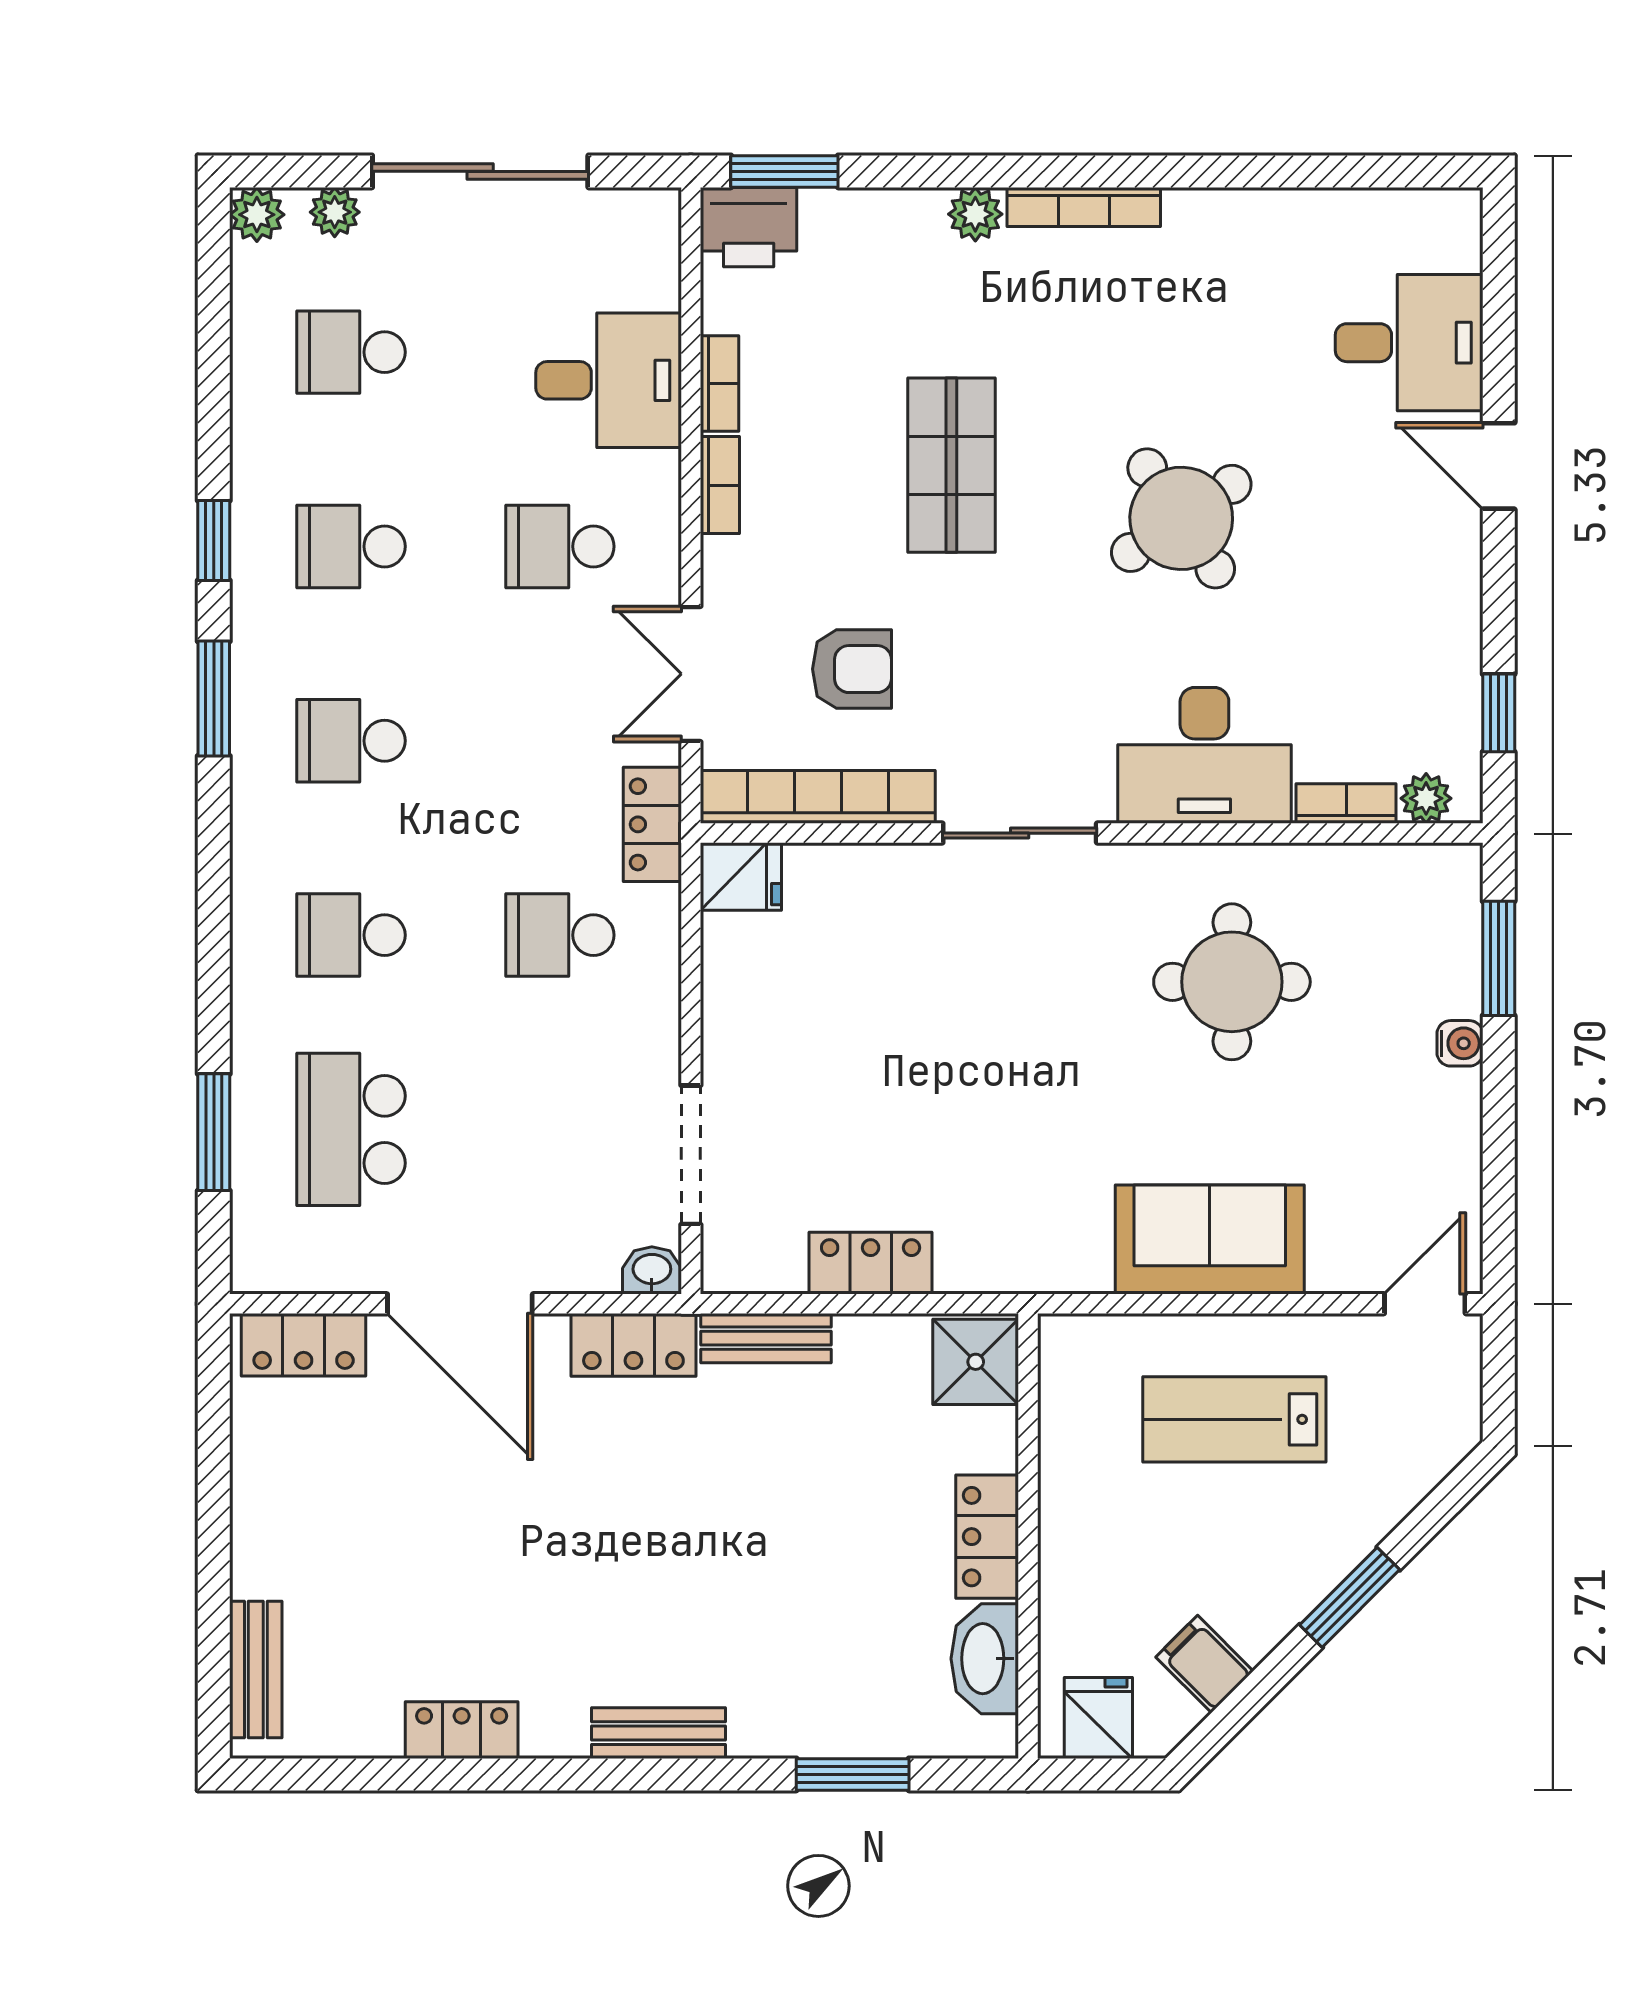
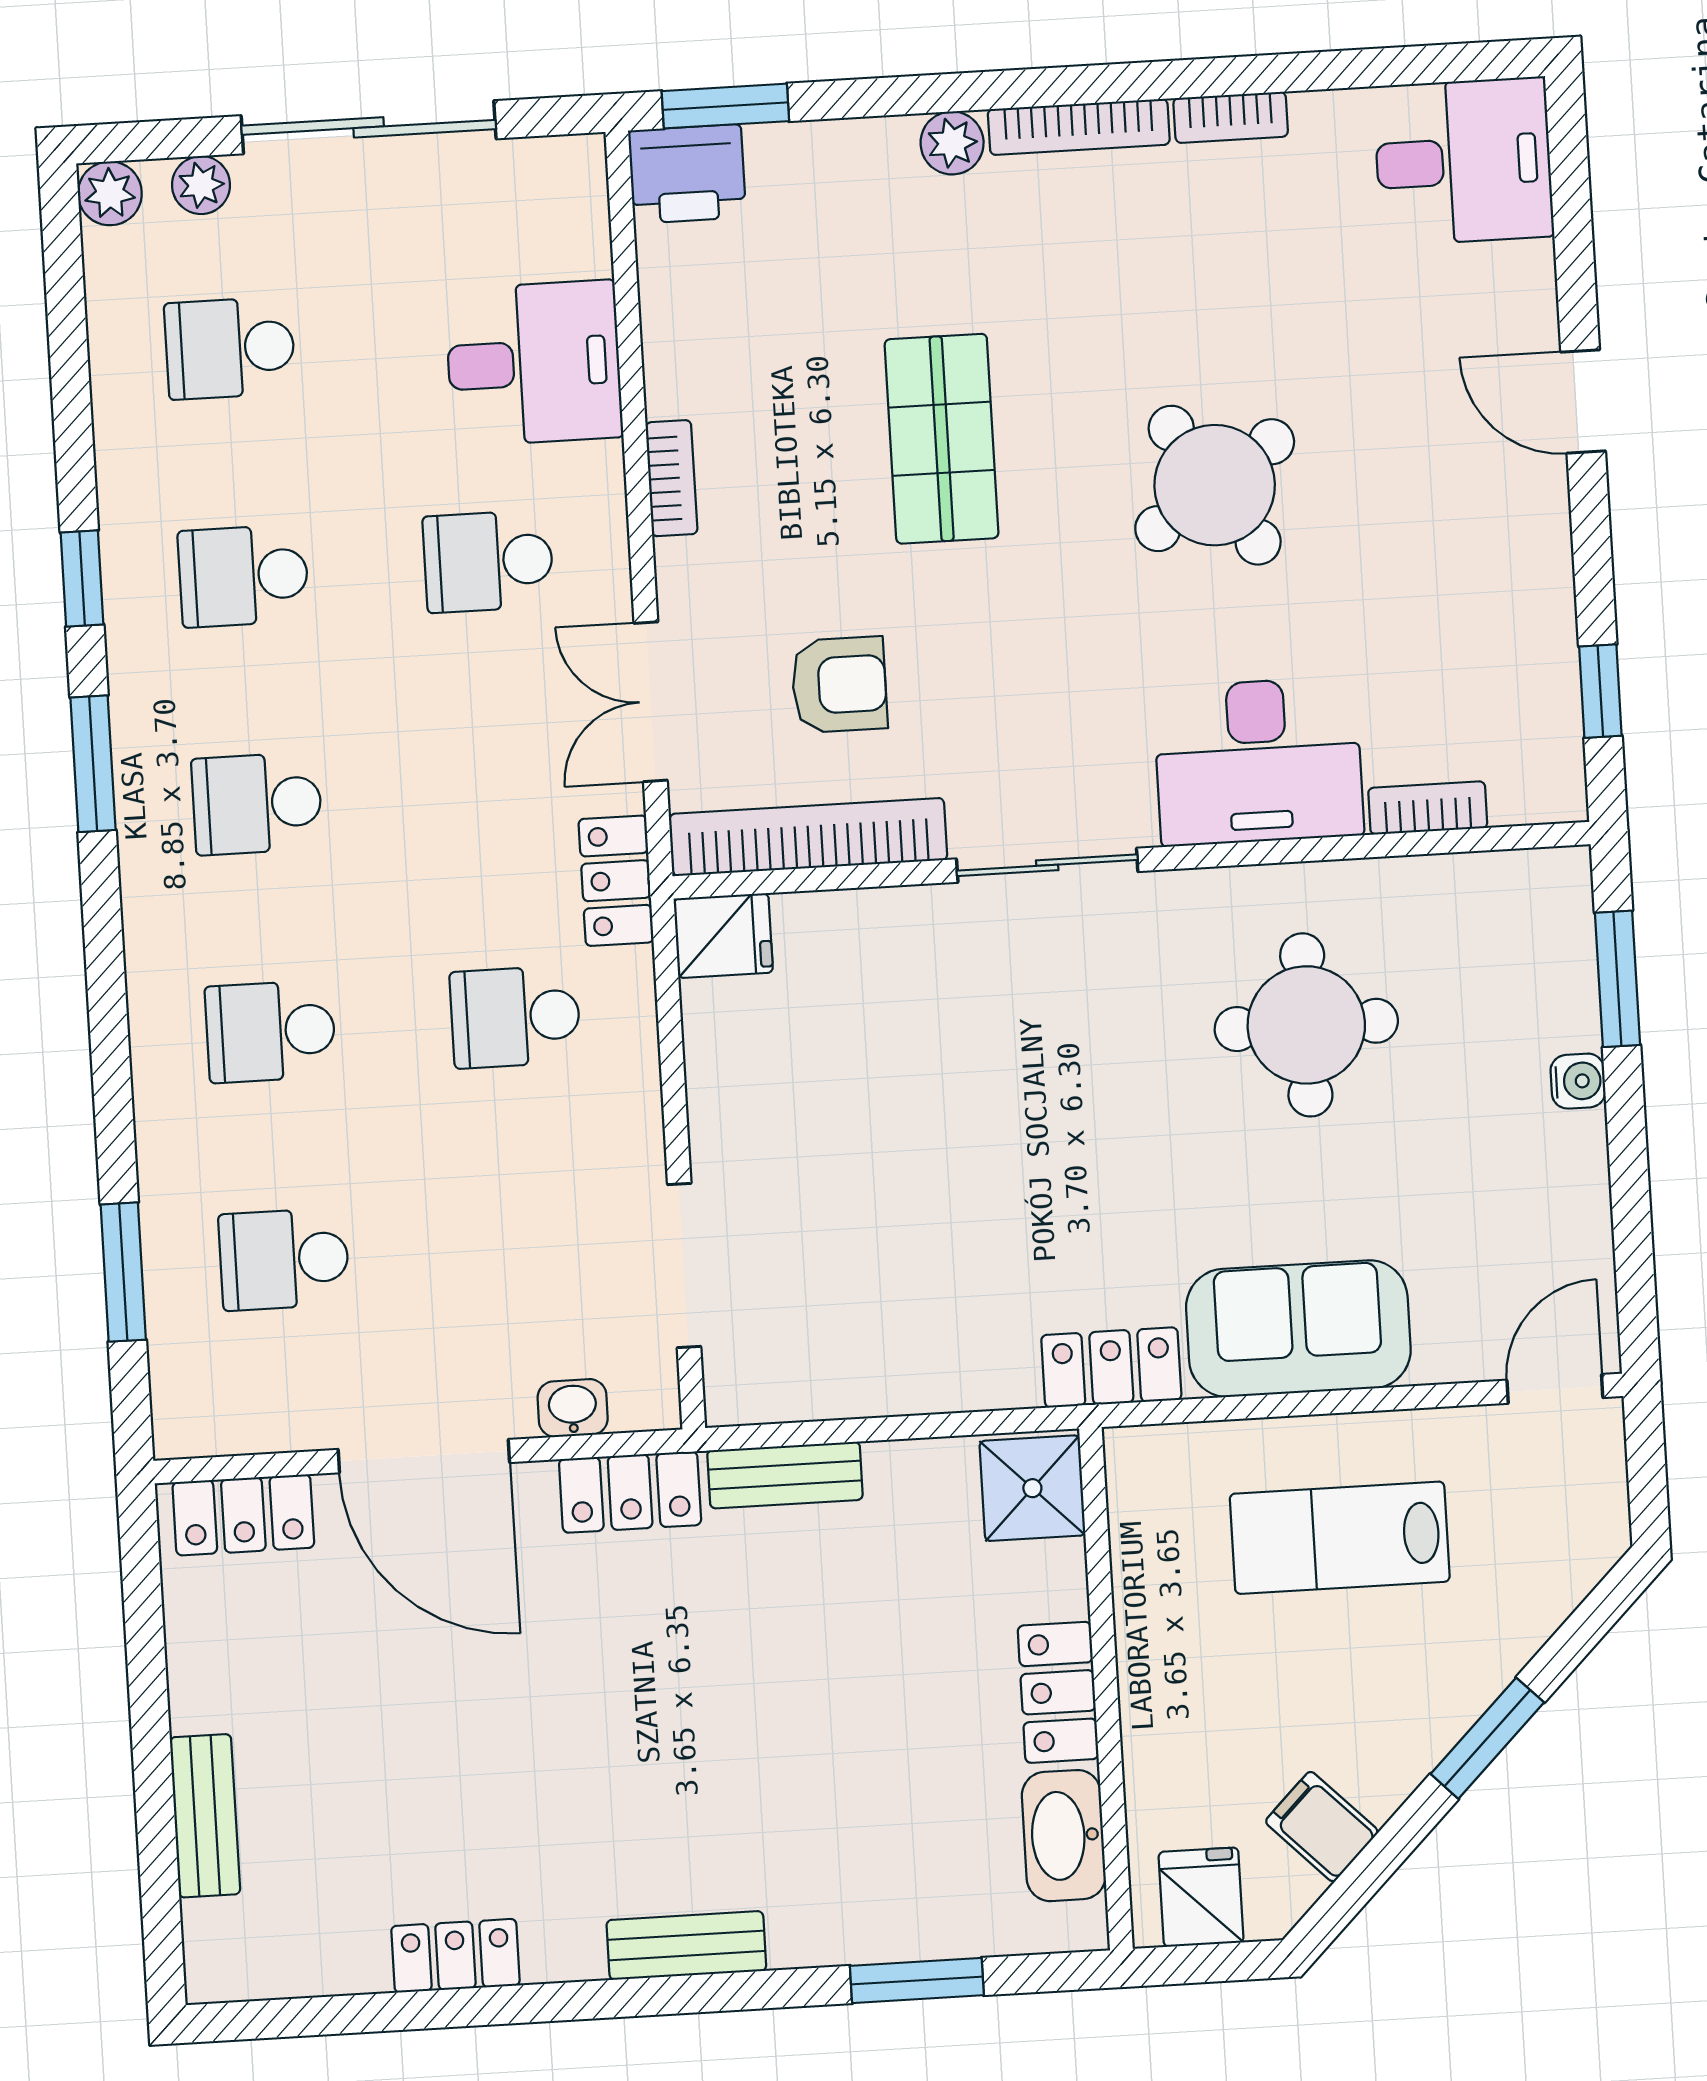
desk: (1409, 343) -> (1463, 161), moved
bookcase: (720, 383) -> (1231, 117), moved, turned 90
plant: (1426, 798) -> (1521, 796), removed
school desk: (351, 1129) -> (284, 1259), width x0.54
locker: (871, 1263) -> (1111, 1367), moved
washbasin: (652, 1270) -> (573, 1408), moved
bench: (256, 1670) -> (205, 1816), moved

